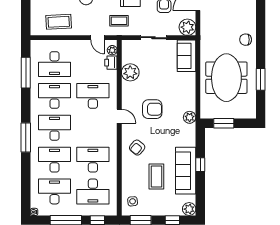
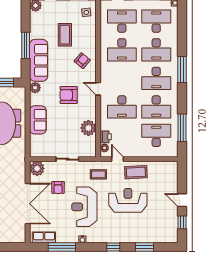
coffee table: (59, 22) -> (136, 172), moved
sofa: (186, 56) -> (38, 120), moved
window: (200, 165) -> (26, 45), width x2.17
sofa: (186, 171) -> (39, 60), moved
desk: (54, 191) -> (156, 21), turned 180

